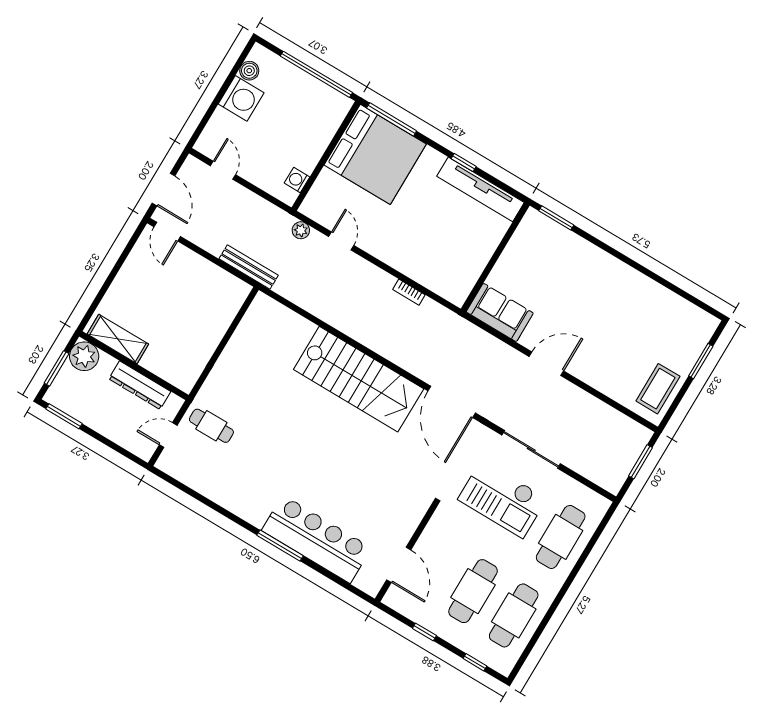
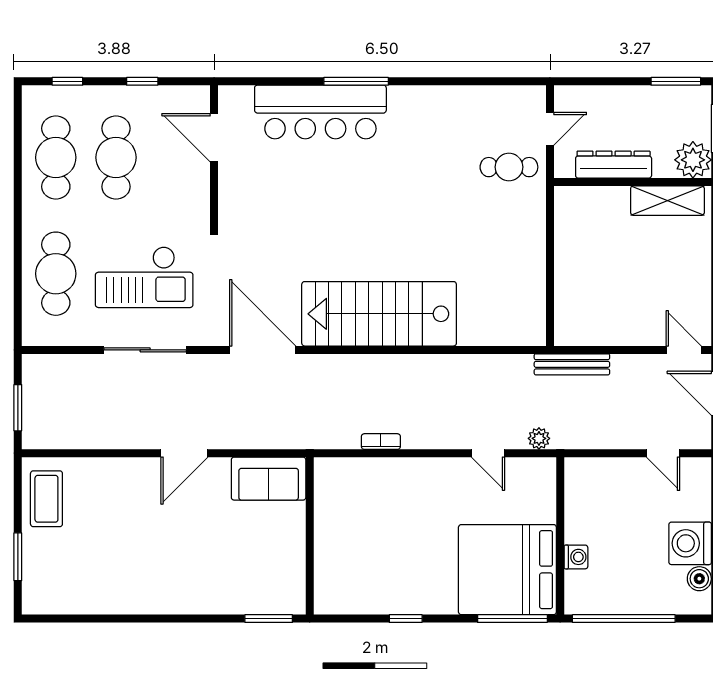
washing machine: (297, 180) -> (576, 557), moved
tv unit: (481, 189) -> (370, 600), removed
checkout: (502, 499) -> (144, 277), turned 180

